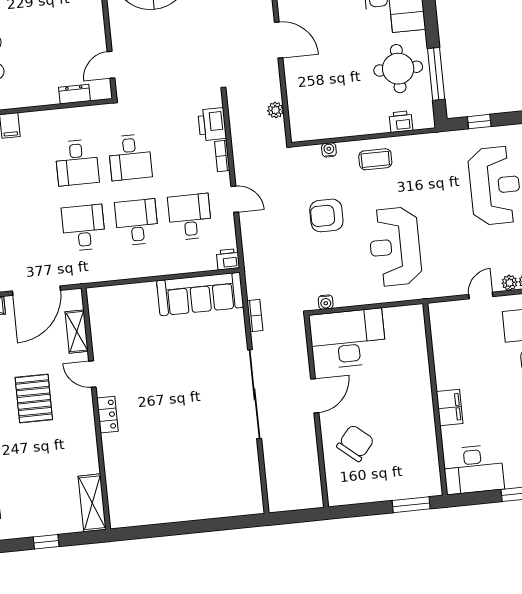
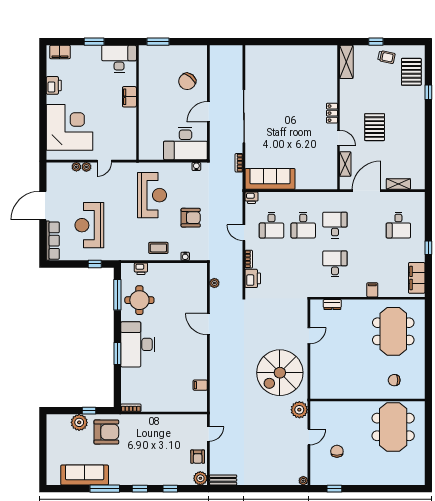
door: (111, 65) -> (309, 336), moved
desk: (130, 157) -> (303, 264), removed
desk: (84, 228) -> (335, 225), turned 180
trolley: (26, 518) -> (386, 57), added

